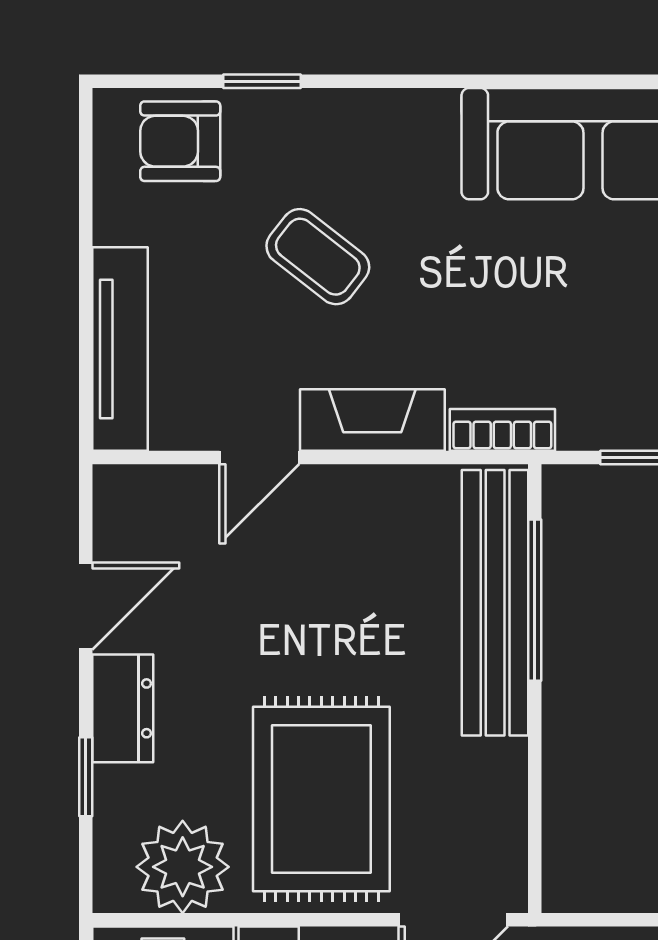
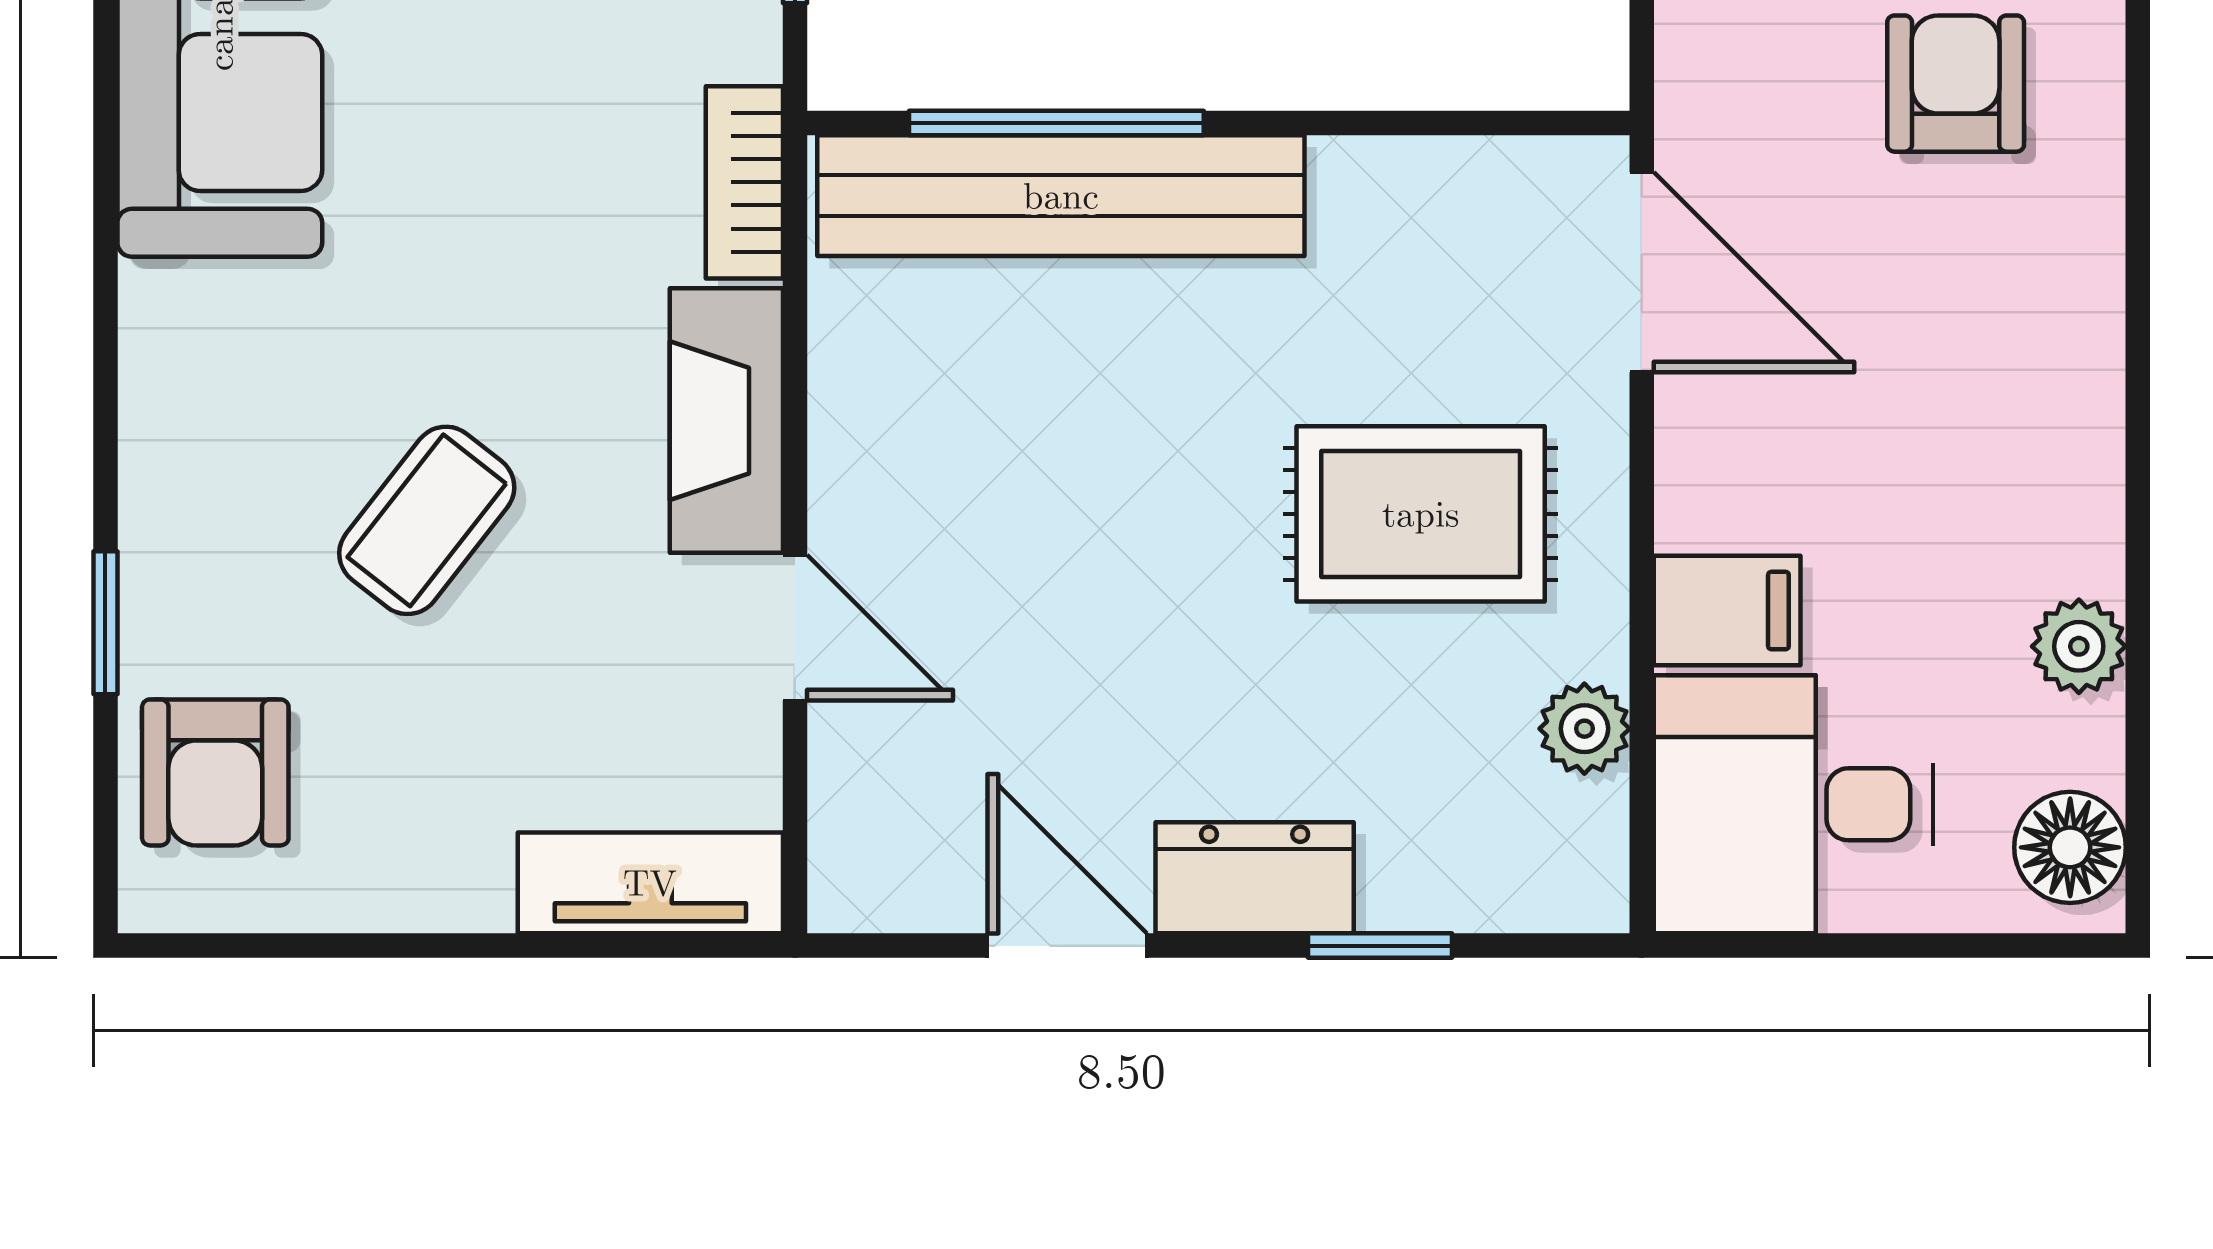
tv unit: (120, 349) -> (650, 883), width x0.71
rug: (321, 799) -> (1421, 514), width x0.73, depth x0.70
plant: (183, 867) -> (1584, 729), width x0.53, depth x0.53

